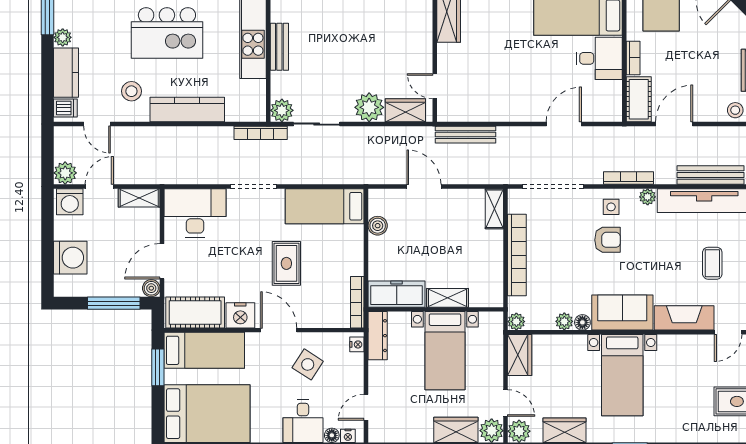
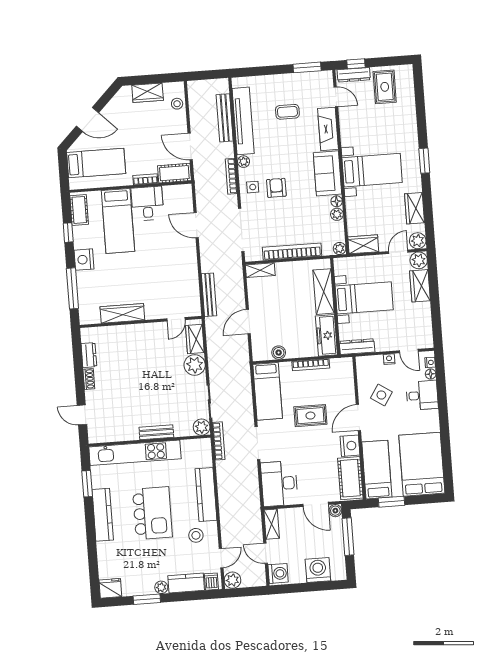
plant: (65, 173) -> (233, 580), moved
shelving: (447, 298) -> (324, 292), width x1.50, depth x1.33
bookcase: (357, 302) -> (311, 365), moved
nightstand: (357, 344) -> (389, 359), moved

